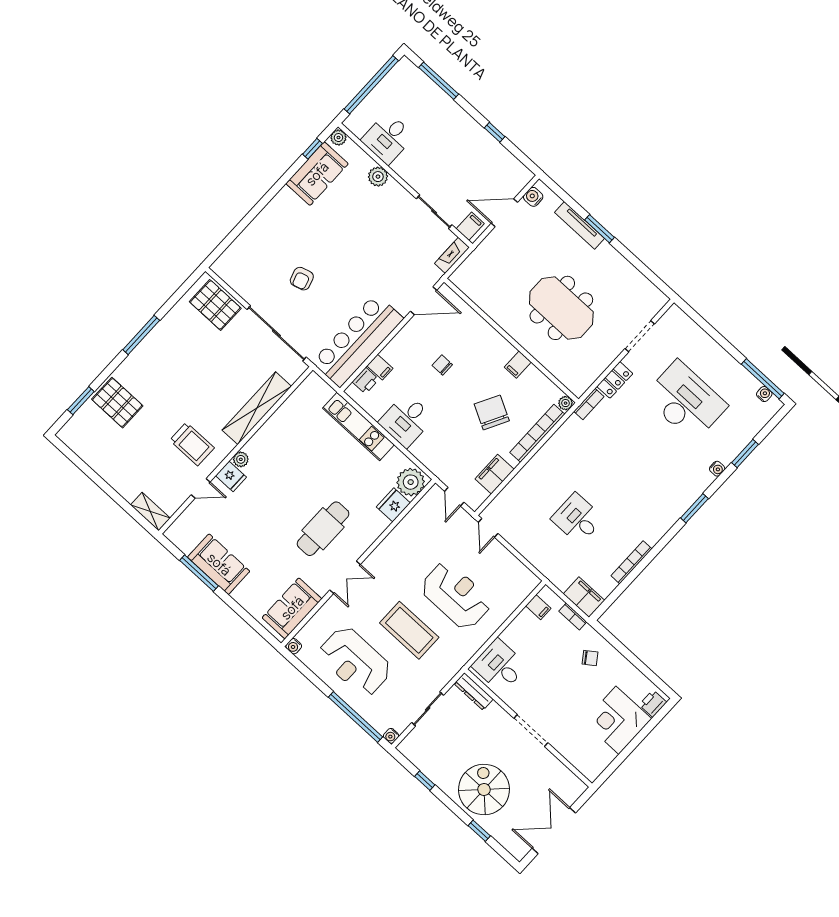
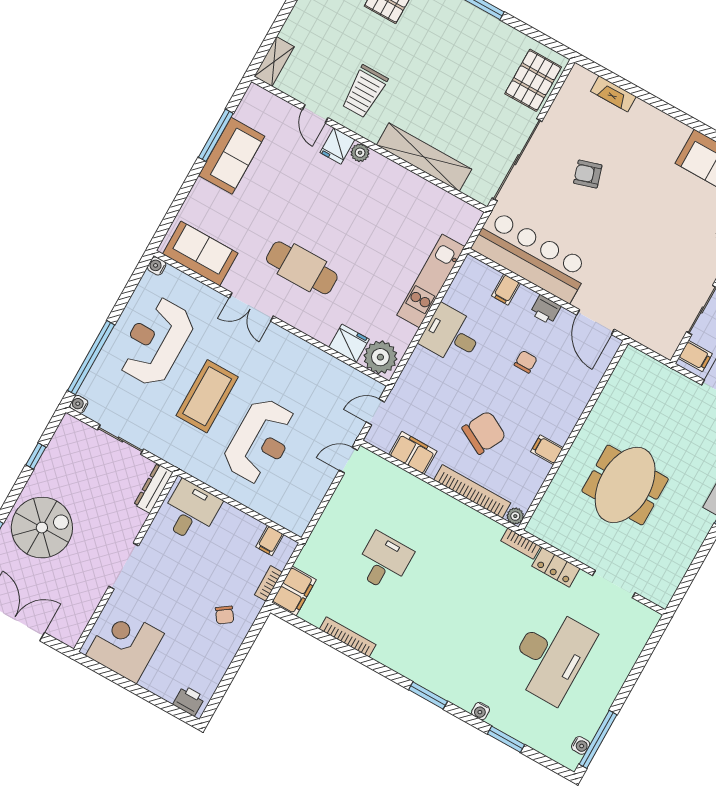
fireplace: (452, 255) -> (613, 94), moved, turned 180
printer: (366, 381) -> (545, 310), moved
corner desk: (617, 720) -> (125, 645), moved

